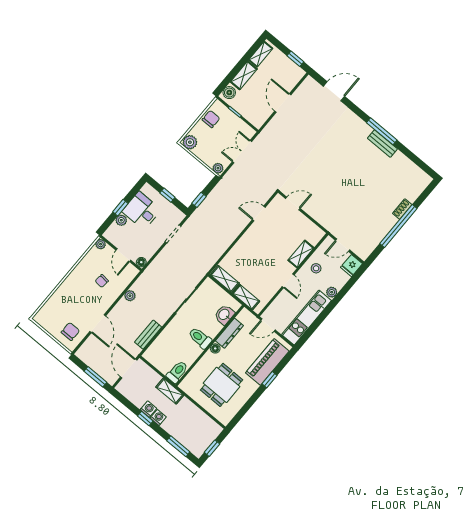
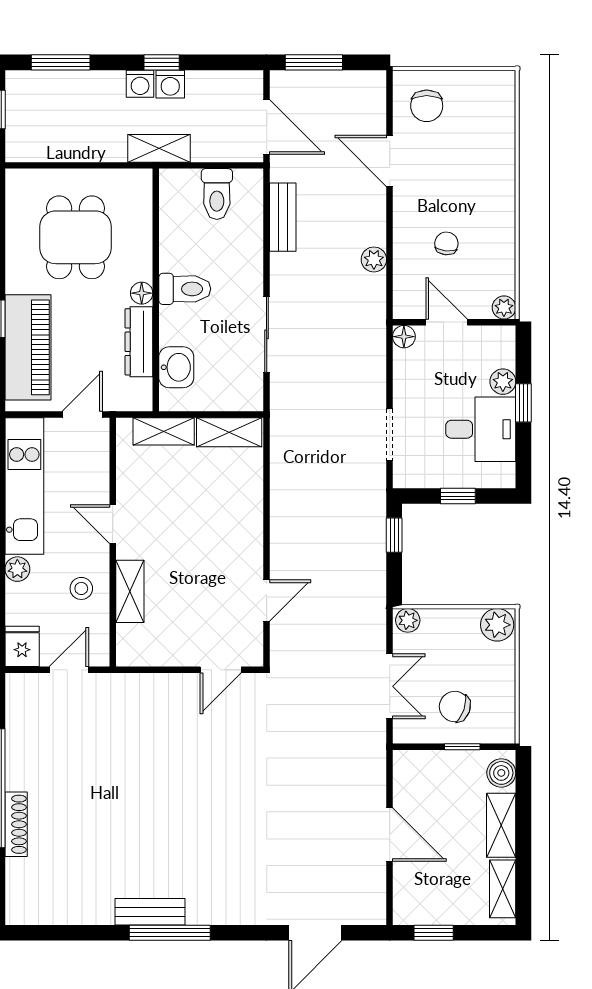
chair: (211, 119) -> (455, 707), moved, turned 109
shoe rack: (402, 209) -> (16, 824), width x1.43
toilet: (177, 372) -> (217, 194), moved

